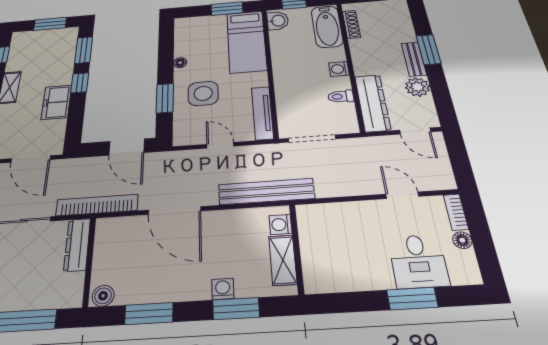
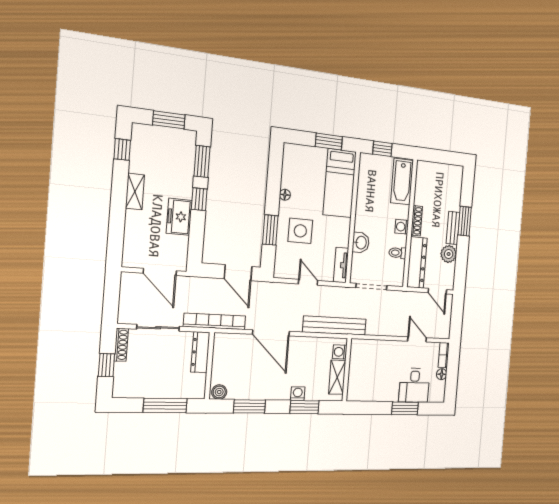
washbasin: (278, 21) -> (361, 243), moved
shoe rack: (351, 24) -> (417, 221), moved
tv unit: (262, 113) -> (341, 265), width x0.71

